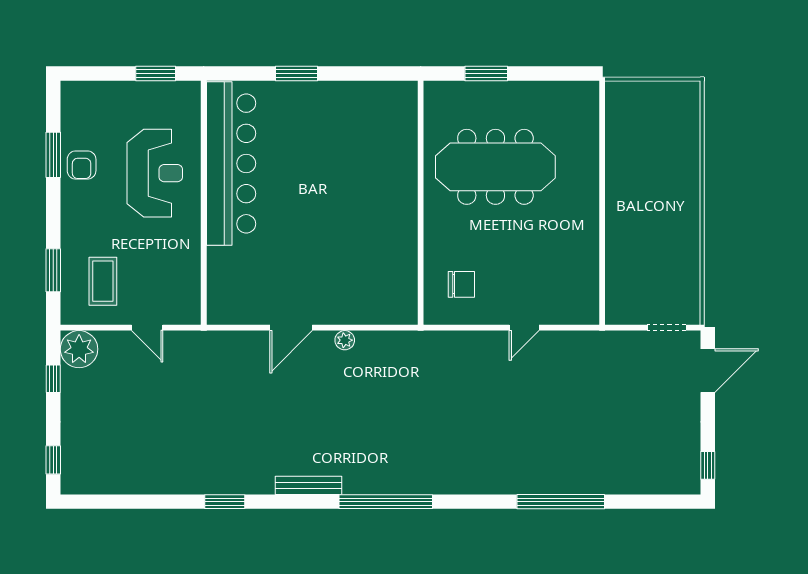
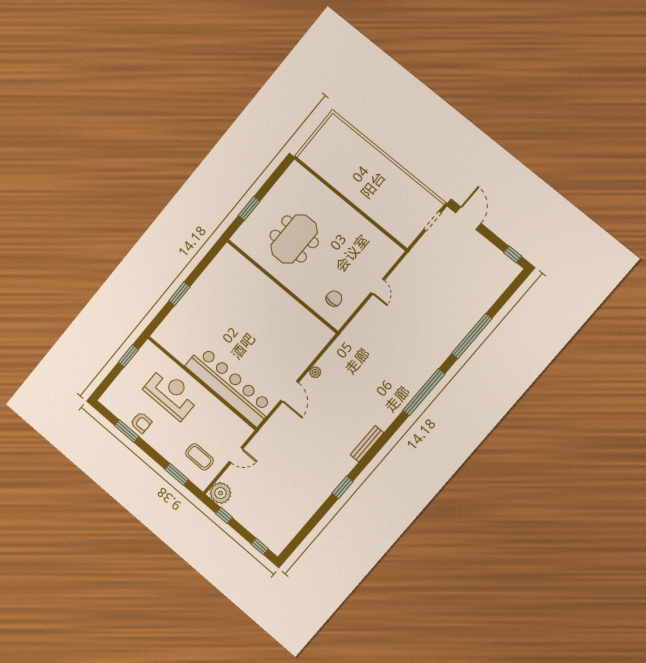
bar counter: (231, 163) -> (230, 386), moved
meeting table: (495, 167) -> (294, 239), width x0.73
window: (386, 502) -> (424, 392), moved

